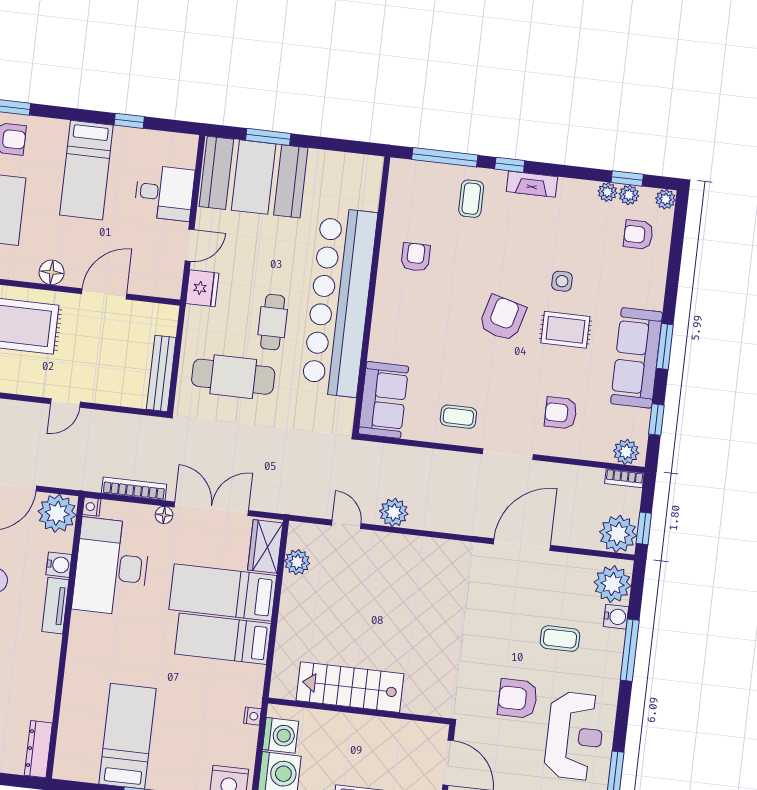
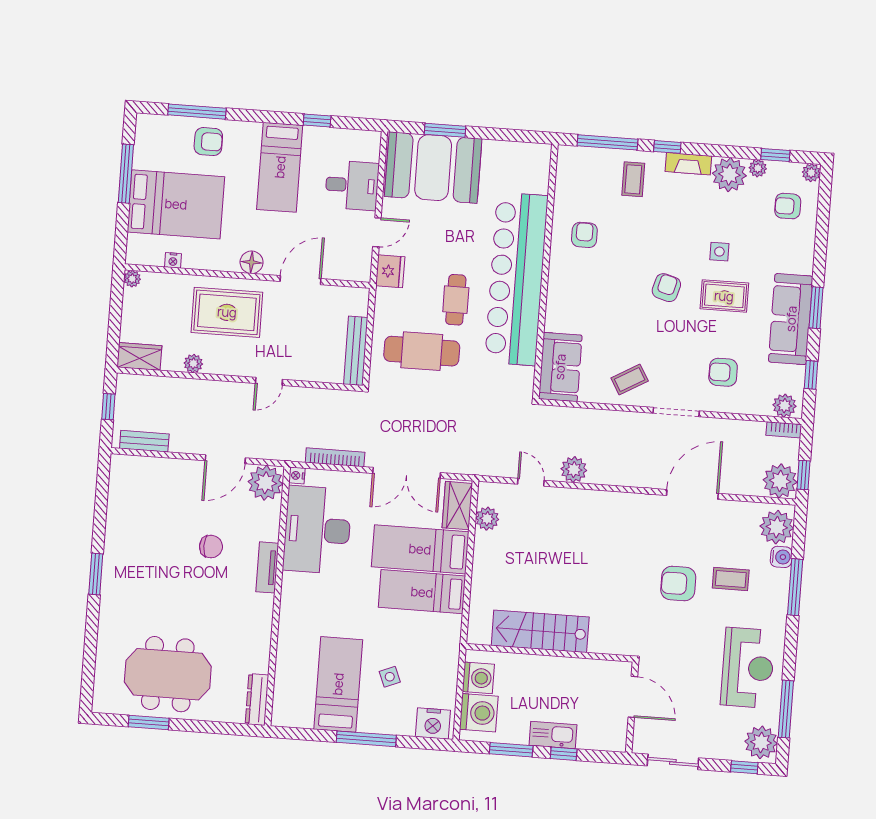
plant: (629, 195) -> (729, 175), moved, width x1.88, depth x1.88
armchair: (503, 318) -> (666, 288), width x0.72, depth x0.72
coffee table: (458, 417) -> (630, 379), turned -30
double door: (211, 509) -> (407, 473), swing flipped
floor lamp: (164, 515) -> (363, 480), removed
water cooler: (59, 565) -> (269, 530), removed
armchair: (518, 699) -> (678, 584), moved
nightstand: (252, 716) -> (452, 661), removed
side table: (184, 730) -> (390, 677), added

